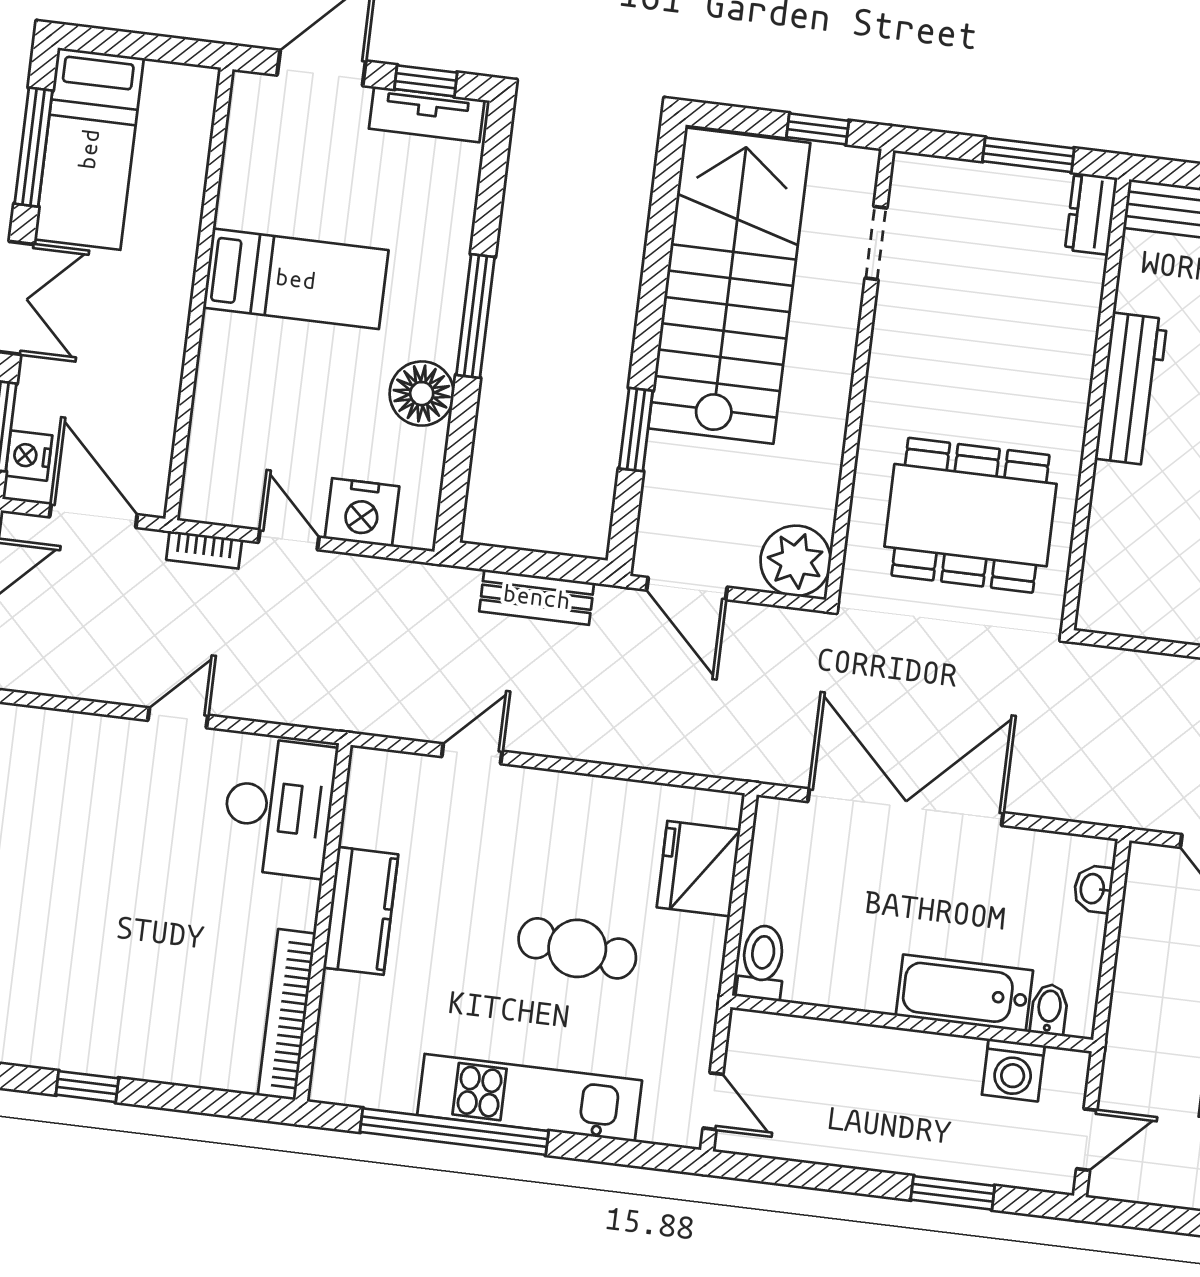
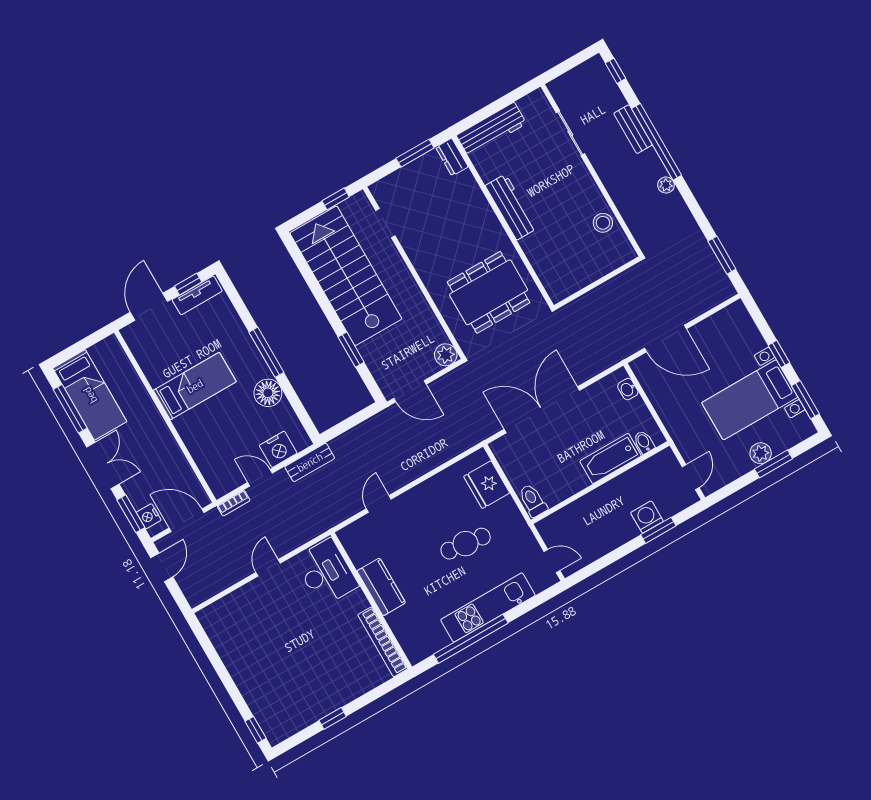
plant: (796, 561) -> (446, 355), width x0.73, depth x0.73
bench: (537, 597) -> (310, 462), moved
washing machine: (1013, 1070) -> (647, 517), moved, turned 180

